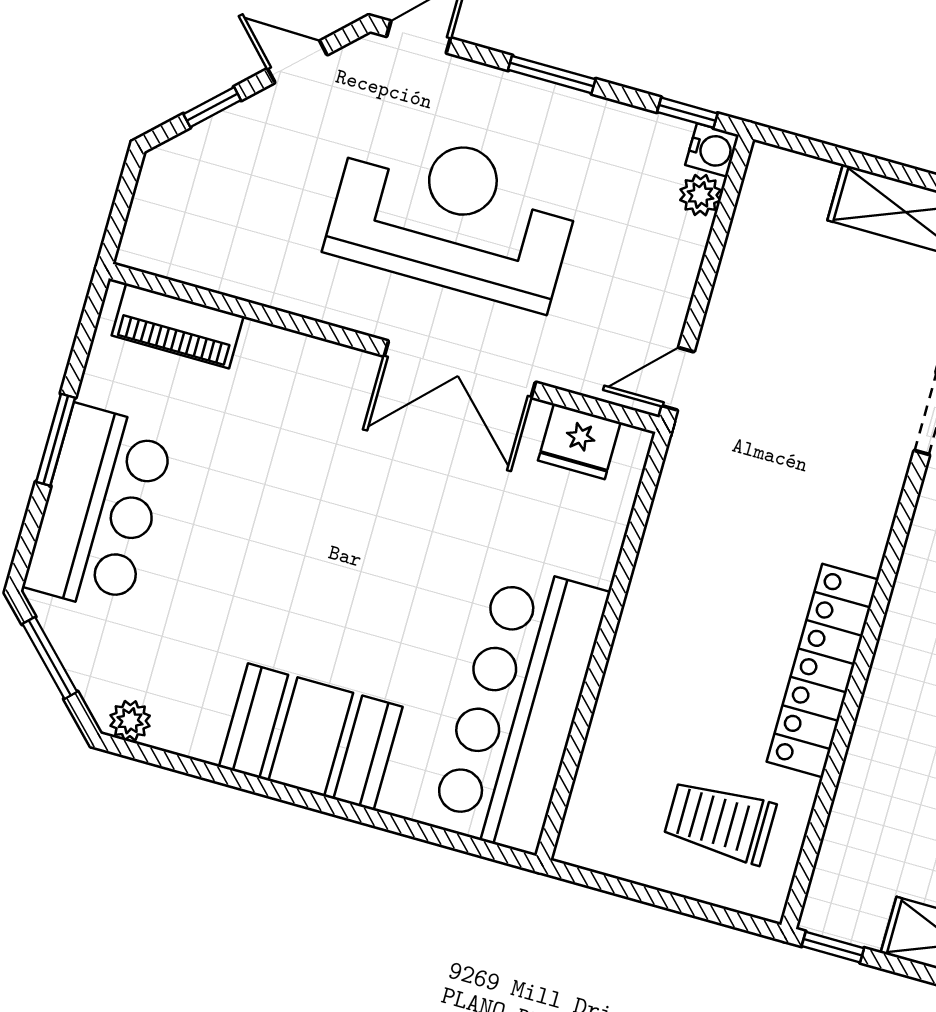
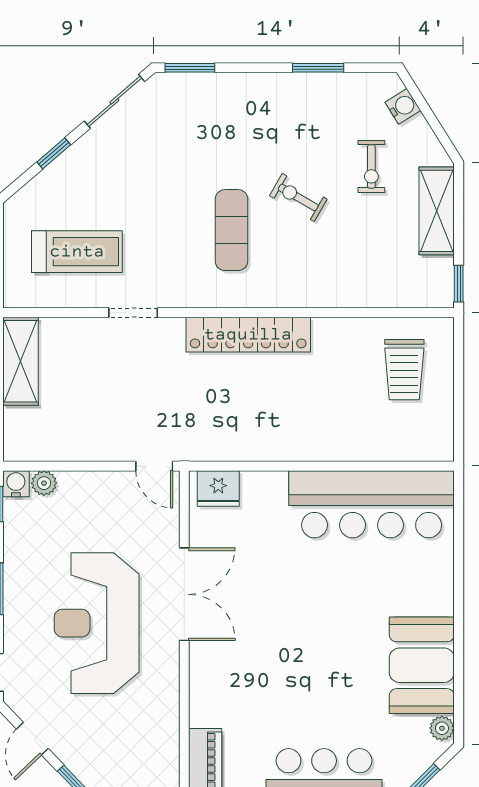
fridge: (579, 441) -> (218, 488), moved, turned 90
locker: (823, 671) -> (248, 335), moved
booth: (311, 737) -> (422, 665), moved

